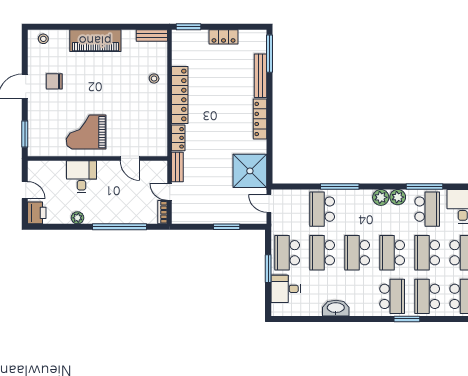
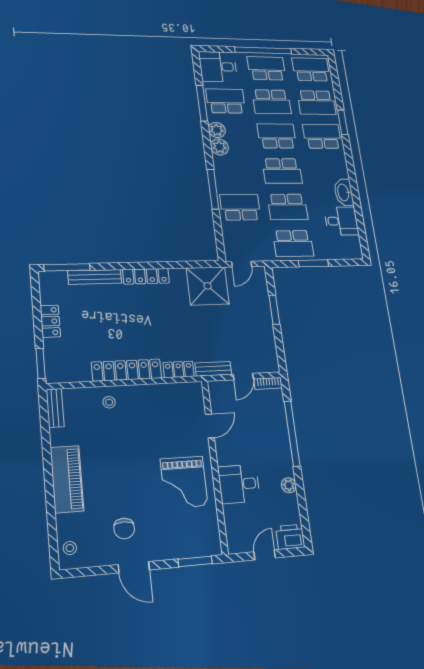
school desk: (322, 209) -> (240, 207), turned 180
school desk: (392, 253) -> (277, 136), turned 180
desk: (286, 289) -> (342, 221), moved, turned -90

